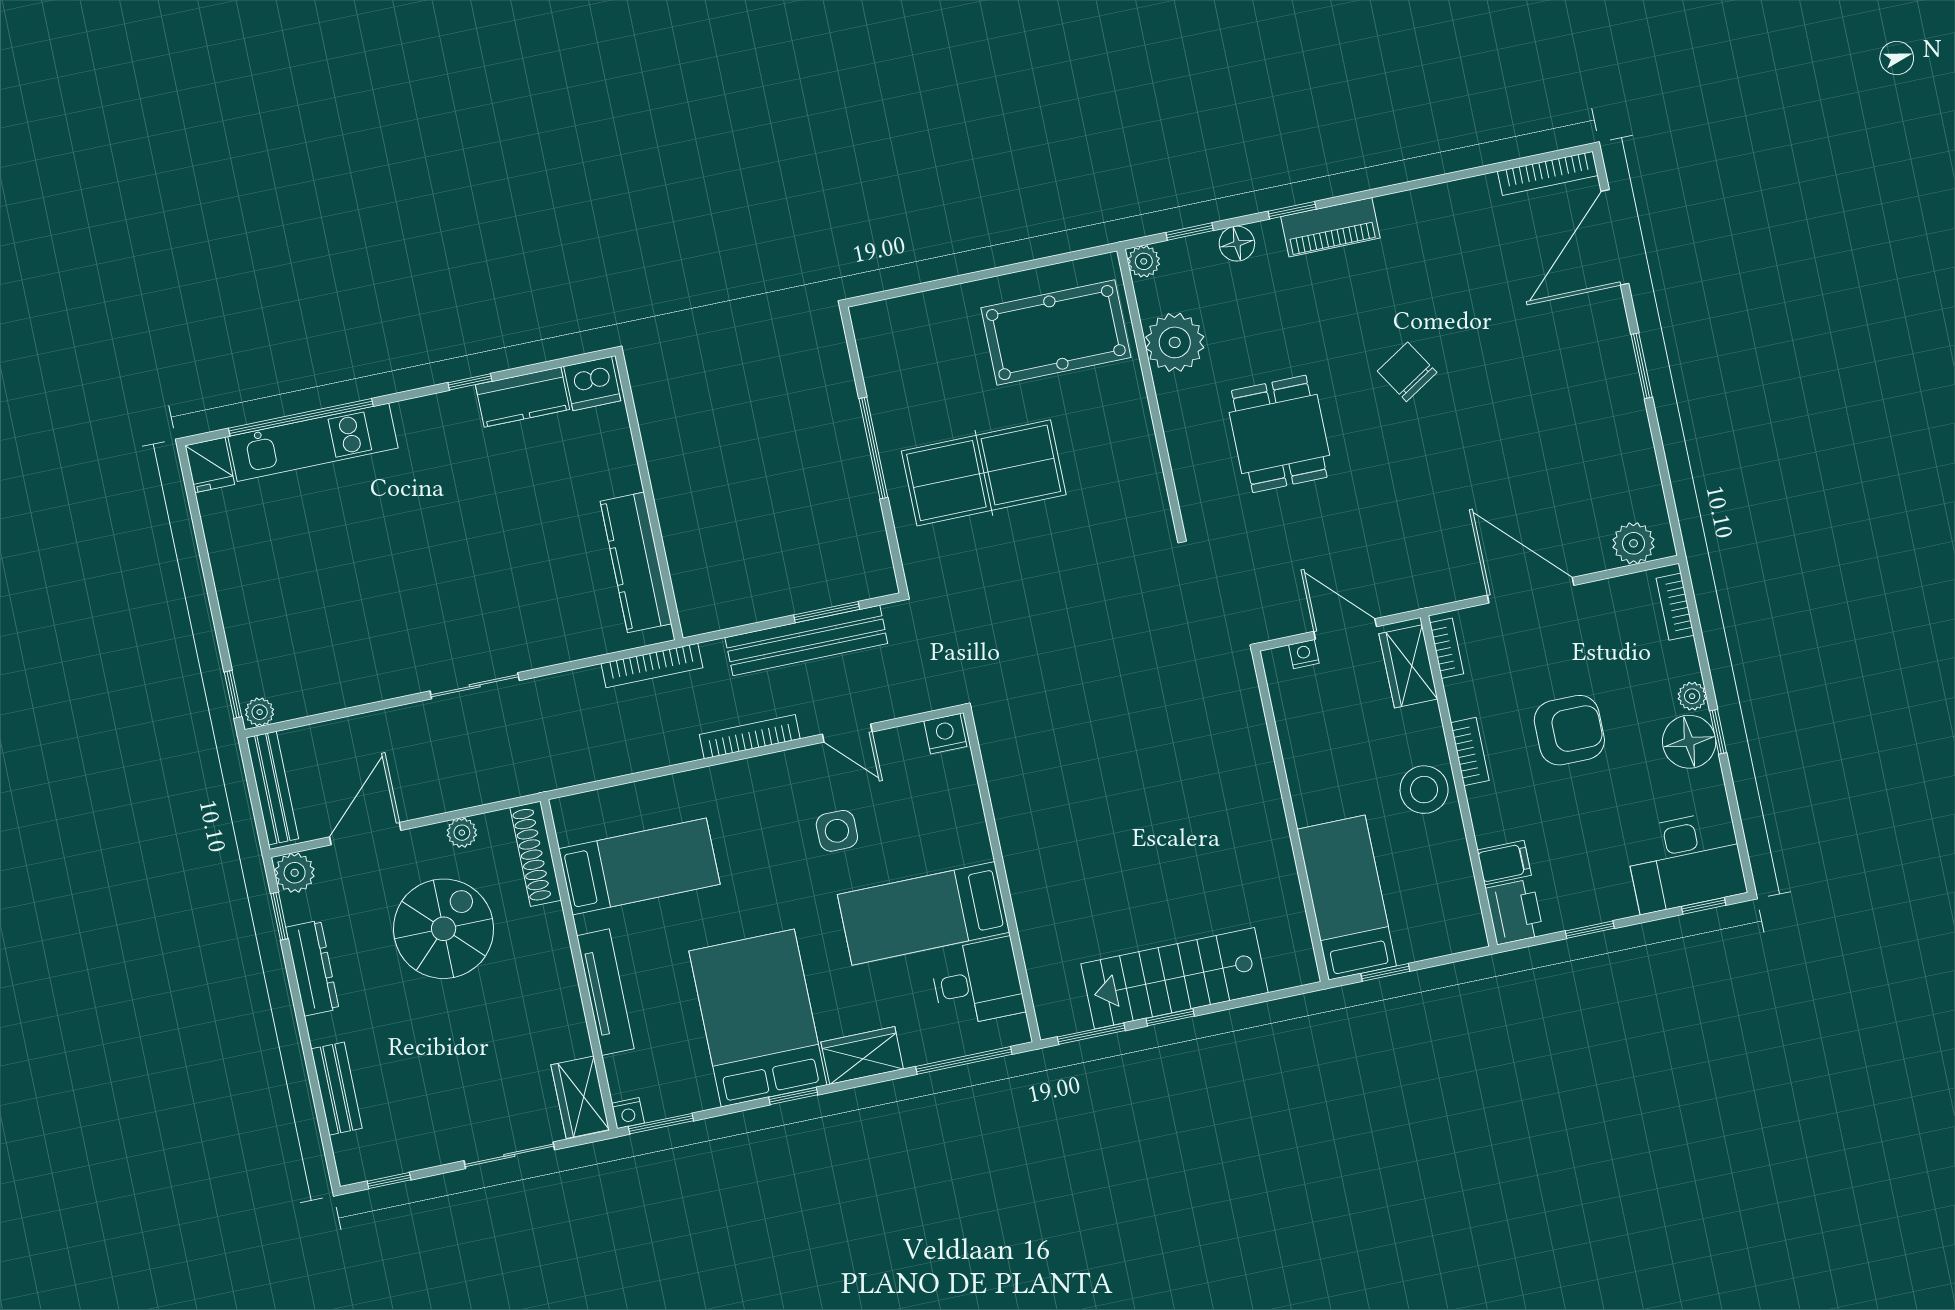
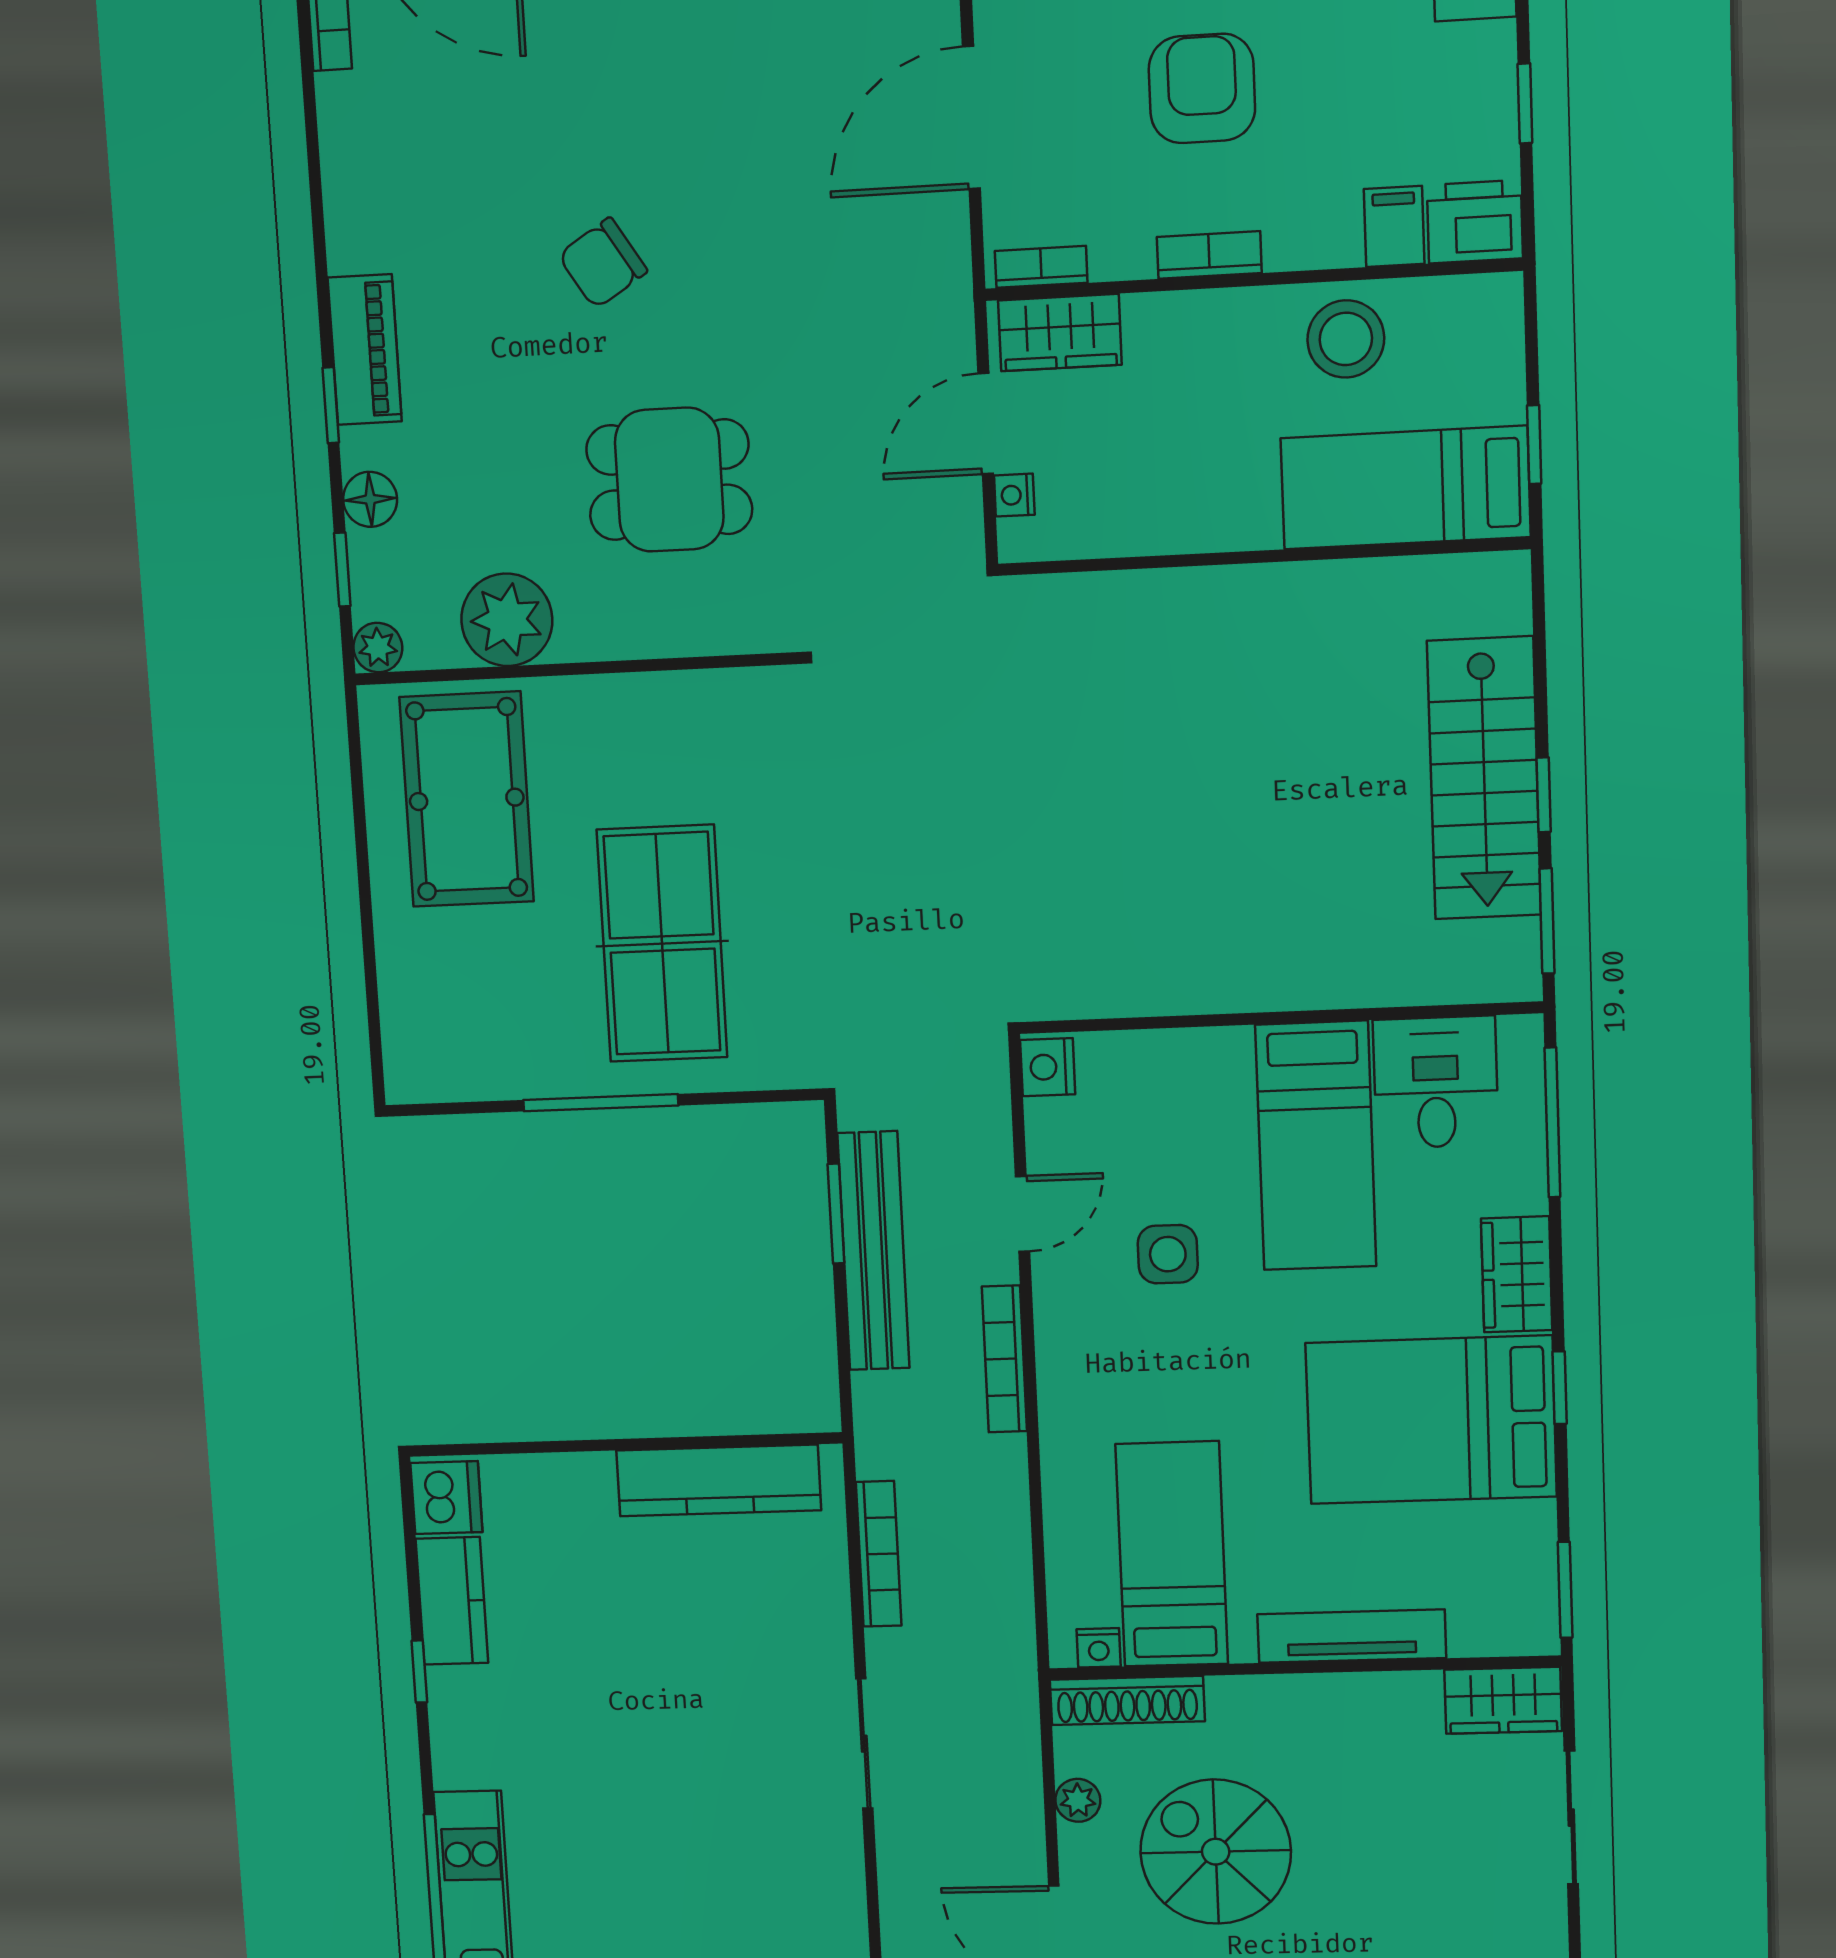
bookcase: (652, 666) -> (879, 1554), moved
stool: (1424, 790) -> (1346, 339), moved
nightstand: (628, 1113) -> (1099, 1648), moved, turned 90

